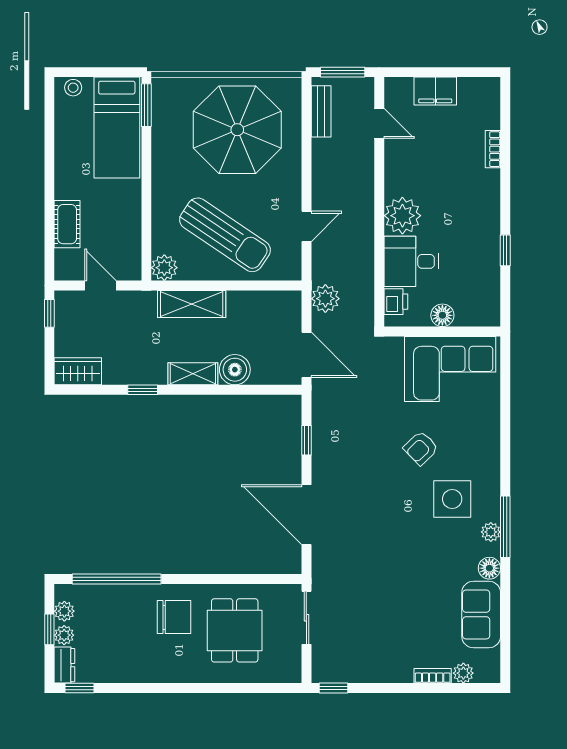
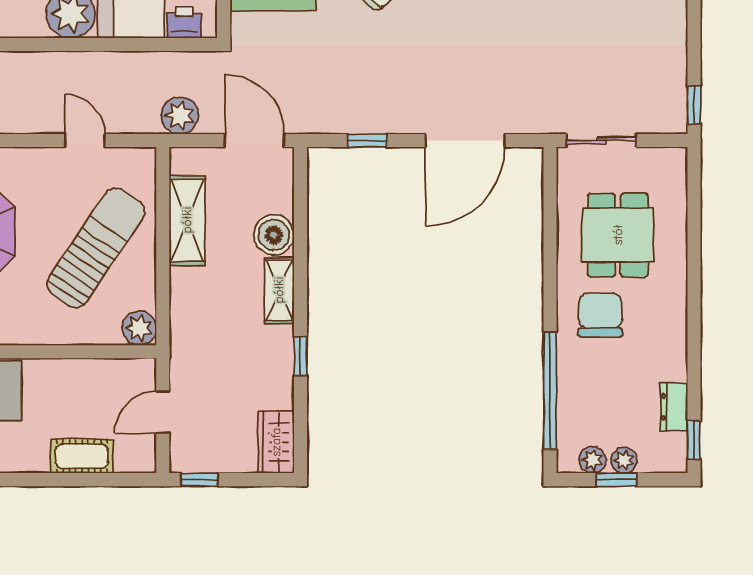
shelving: (192, 304) -> (187, 220), moved
door: (306, 355) -> (254, 140), hinge flipped
dining table: (235, 630) -> (618, 235), turned 90
dresser: (64, 665) -> (674, 407), moved, turned -90

